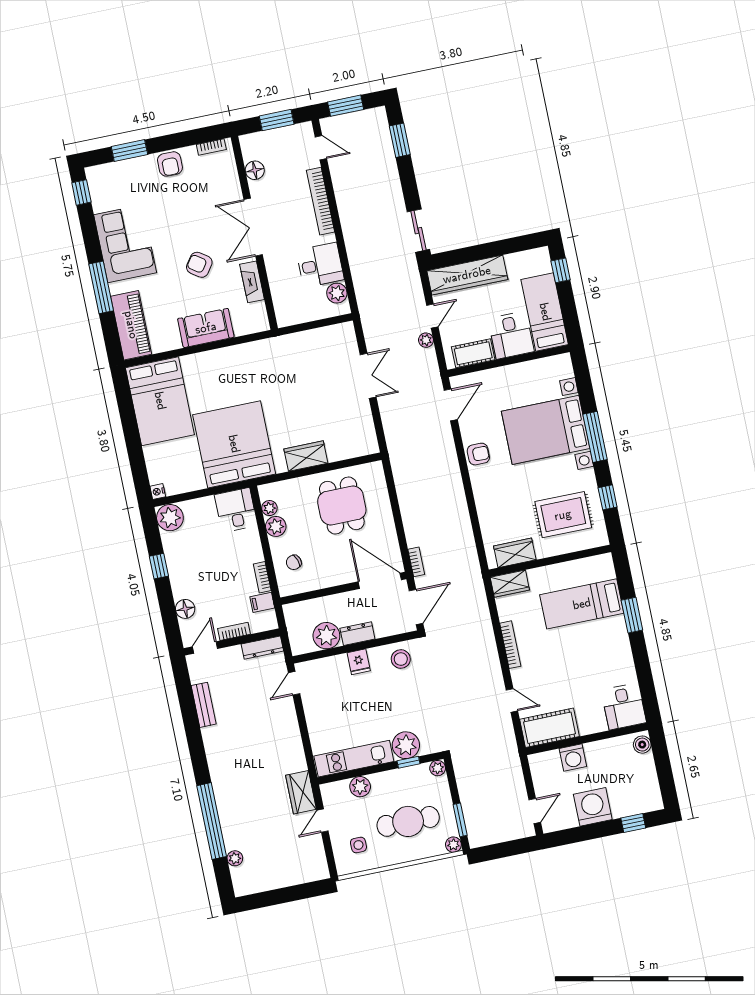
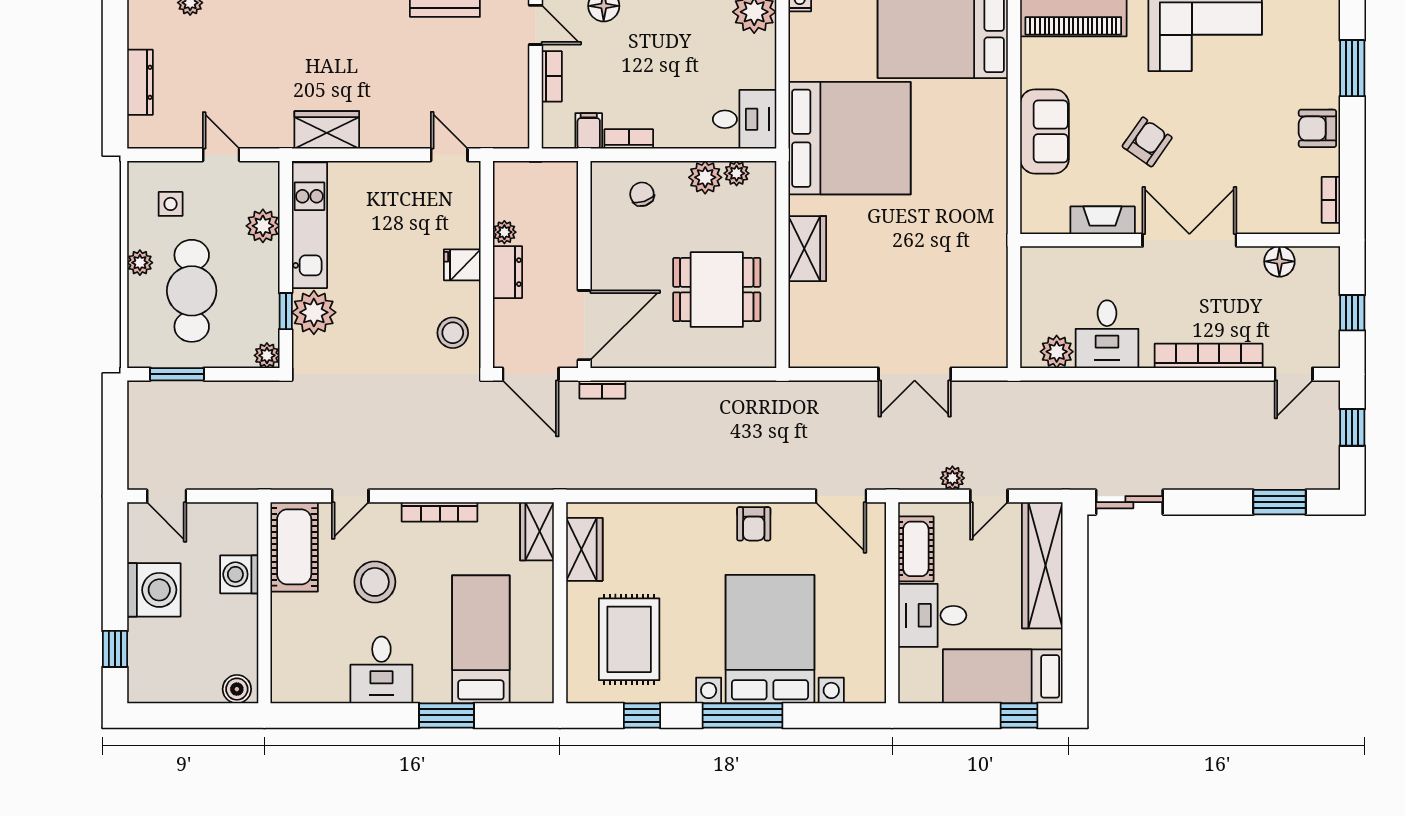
window: (346, 106) -> (1352, 427), width x0.67
window: (277, 120) -> (1352, 313), width x0.67
bed: (545, 312) -> (1003, 676), moved, turned 180
door: (432, 316) -> (989, 496), hinge flipped
plant: (326, 636) -> (504, 232), width x0.53, depth x0.53
dresser: (262, 648) -> (140, 82), moved, turned 180
stool: (561, 675) -> (375, 582), added
desk: (624, 706) -> (381, 670), moved, turned -90
wardrobe: (301, 792) -> (327, 130), moved
plant: (453, 845) -> (140, 263), moved

